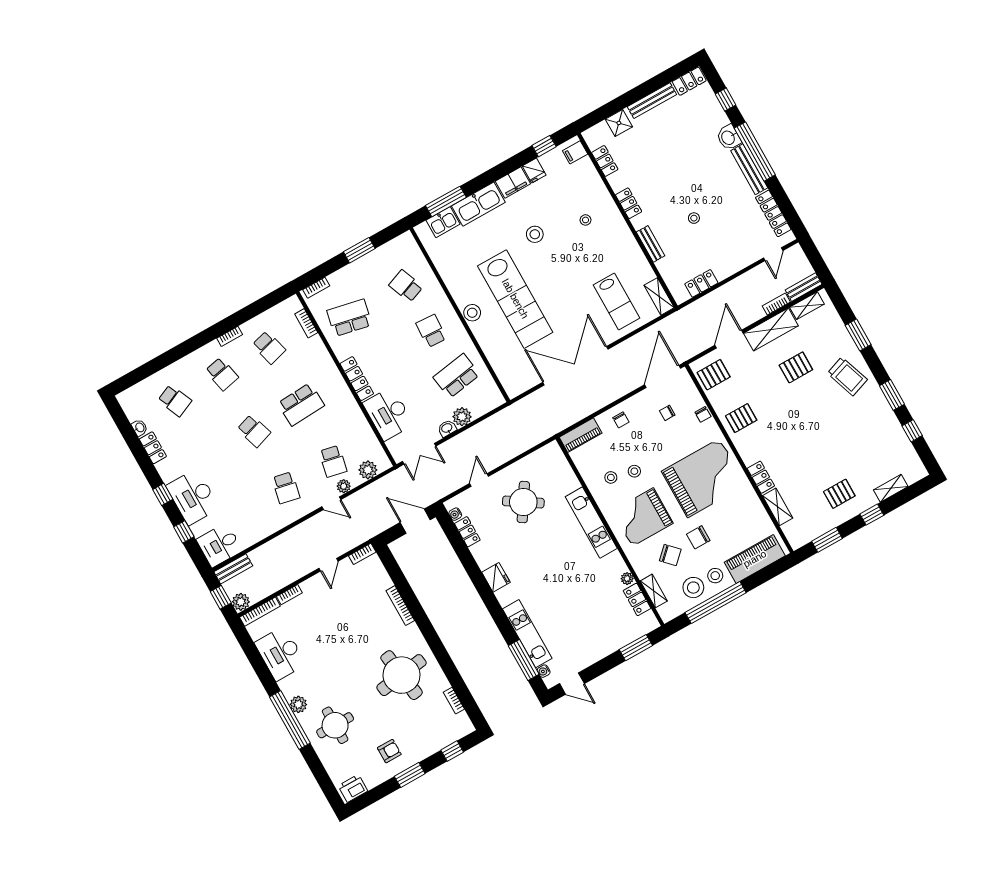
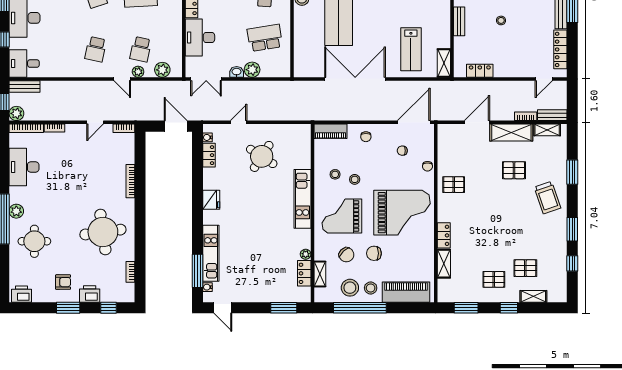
pallet: (714, 375) -> (525, 268), moved
printer: (424, 748) -> (90, 294), added

